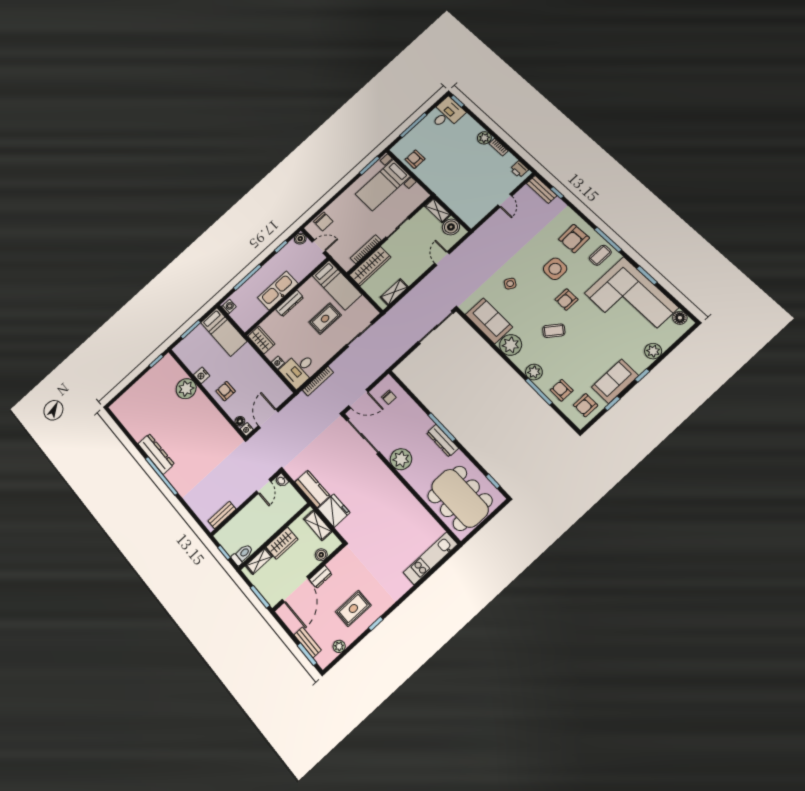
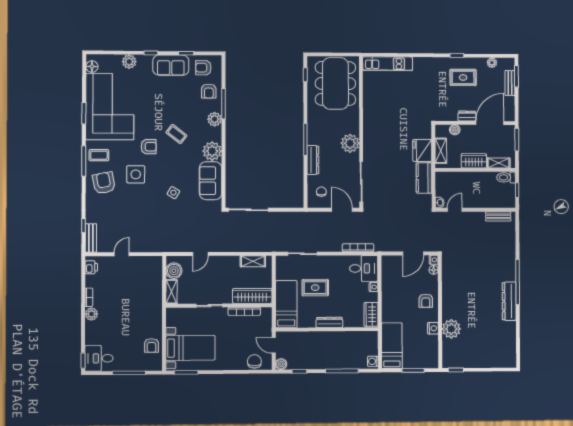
armchair: (574, 239) -> (104, 183), turned -99
kitchen sink: (278, 291) -> (329, 340), removed
armchair: (586, 405) -> (203, 68), turned 180
dresser: (443, 441) -> (313, 160), moved

